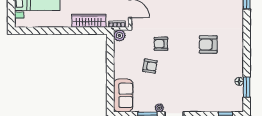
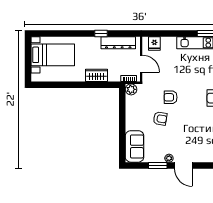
wardrobe: (89, 21) -> (96, 75), width x0.67

